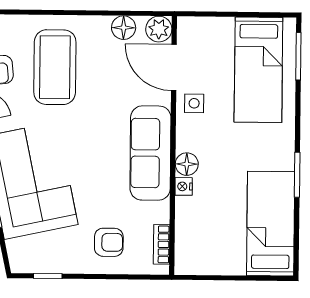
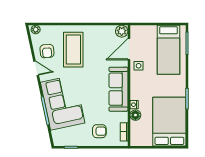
floor lamp: (124, 28) -> (105, 31), removed
door: (174, 67) -> (129, 49), hinge flipped
floor lamp: (187, 164) -> (135, 115), moved
bed: (271, 224) -> (169, 122), width x1.50

